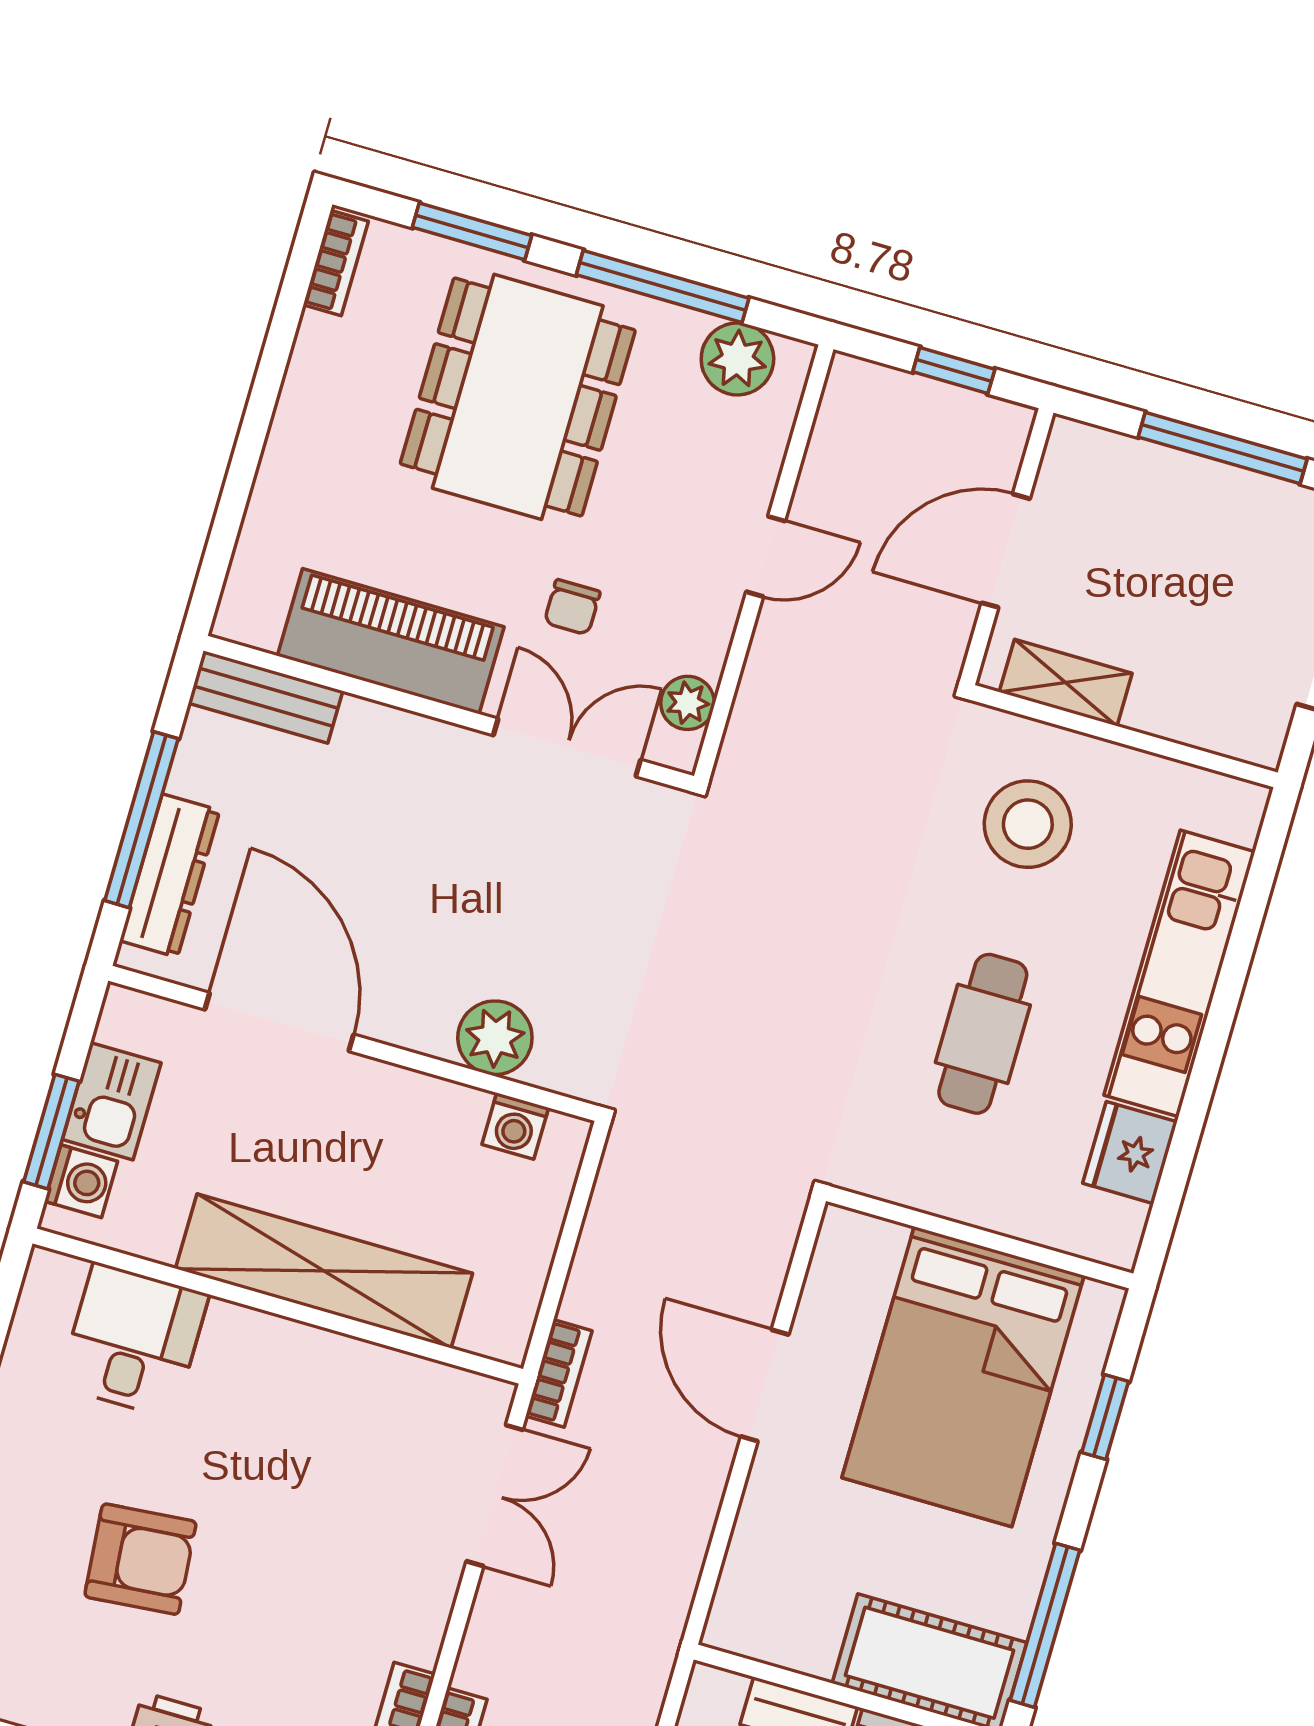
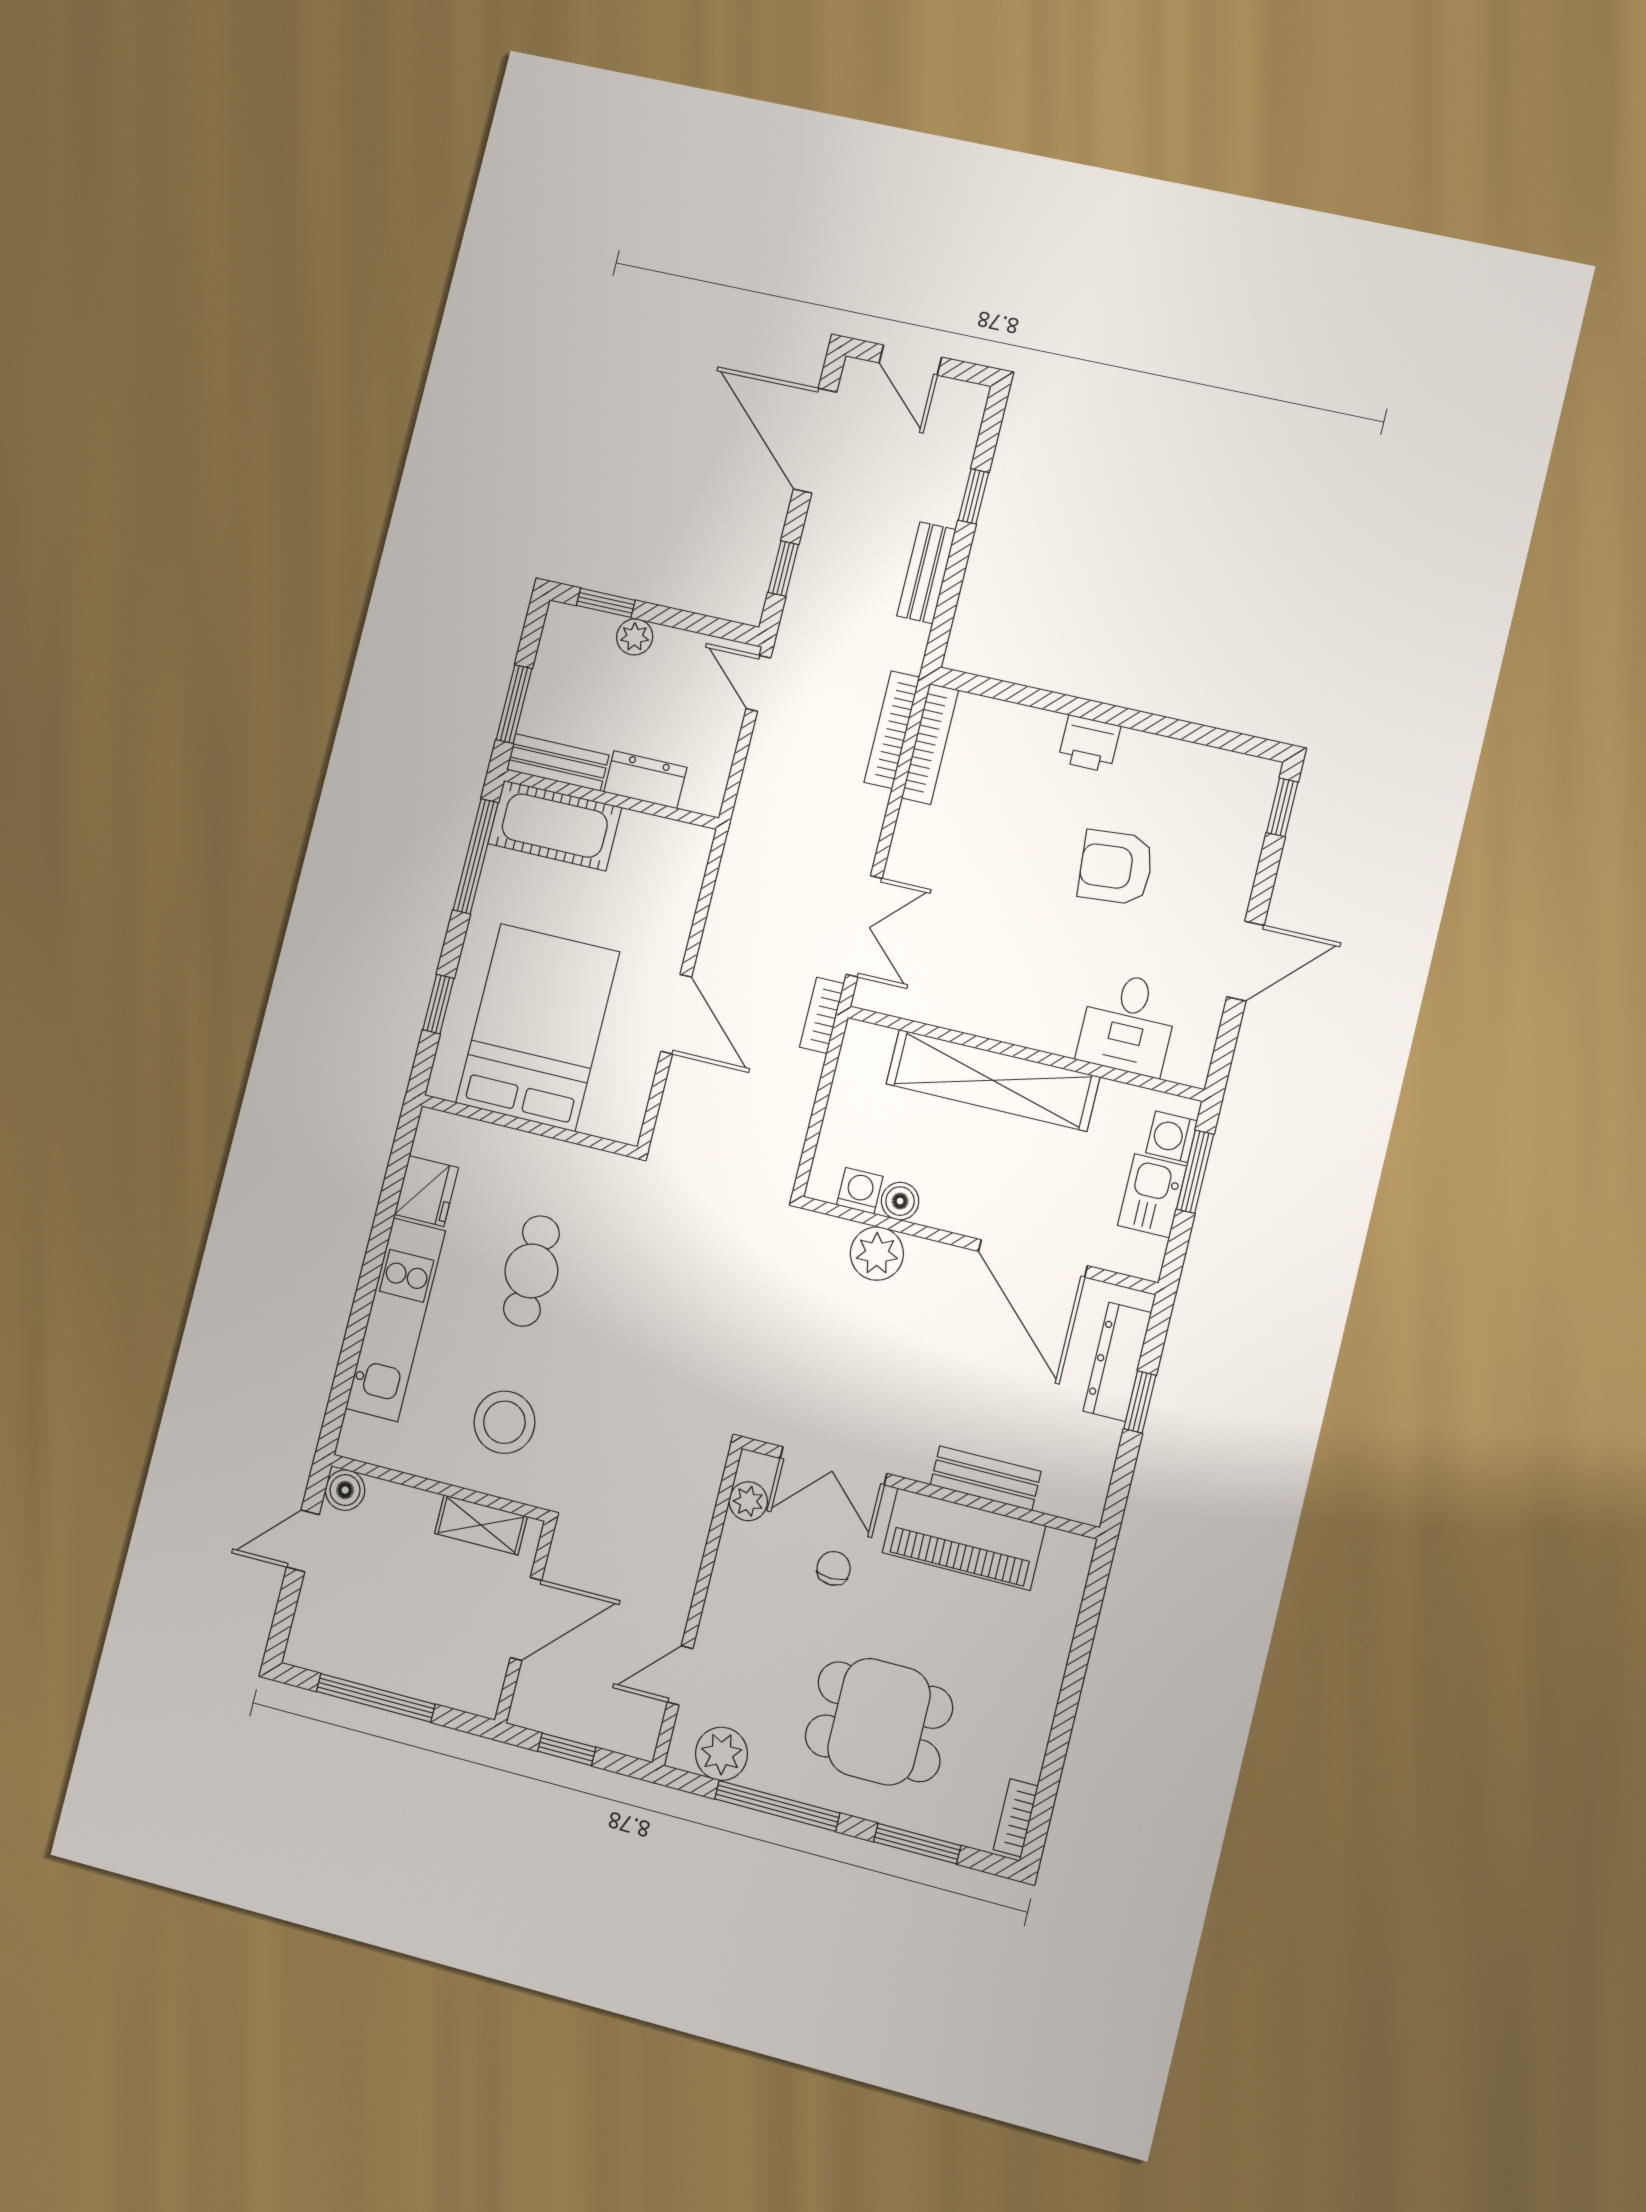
dining table: (518, 397) -> (879, 1722), width x0.73
door: (766, 556) -> (680, 1675), moved
bench: (266, 697) -> (986, 1478), moved
boiler: (1259, 738) -> (345, 1490), added
window: (141, 820) -> (1140, 1402), width x0.46
boiler: (460, 1109) -> (900, 1201), added
double door: (495, 1495) -> (864, 926), swing flipped

